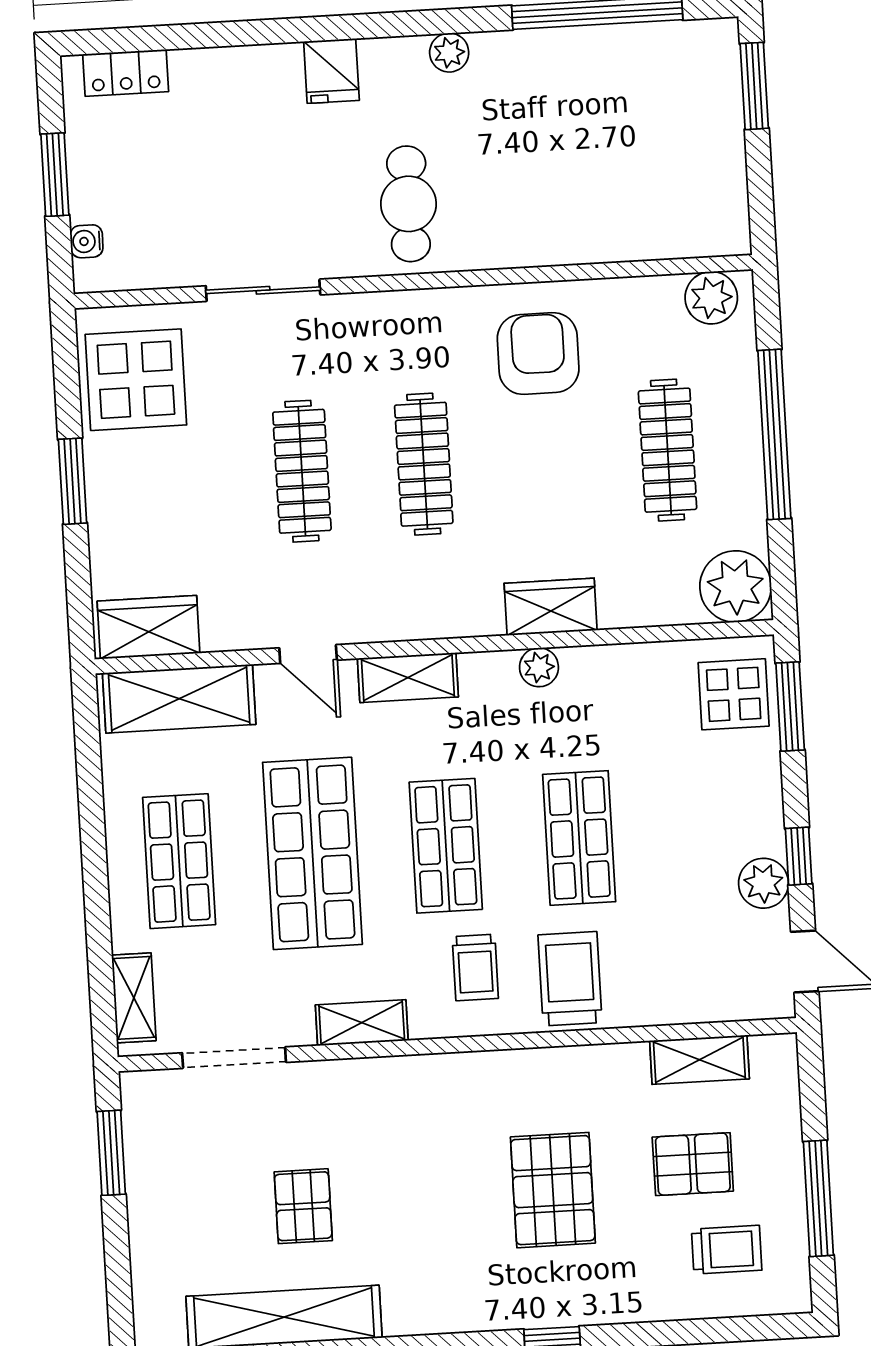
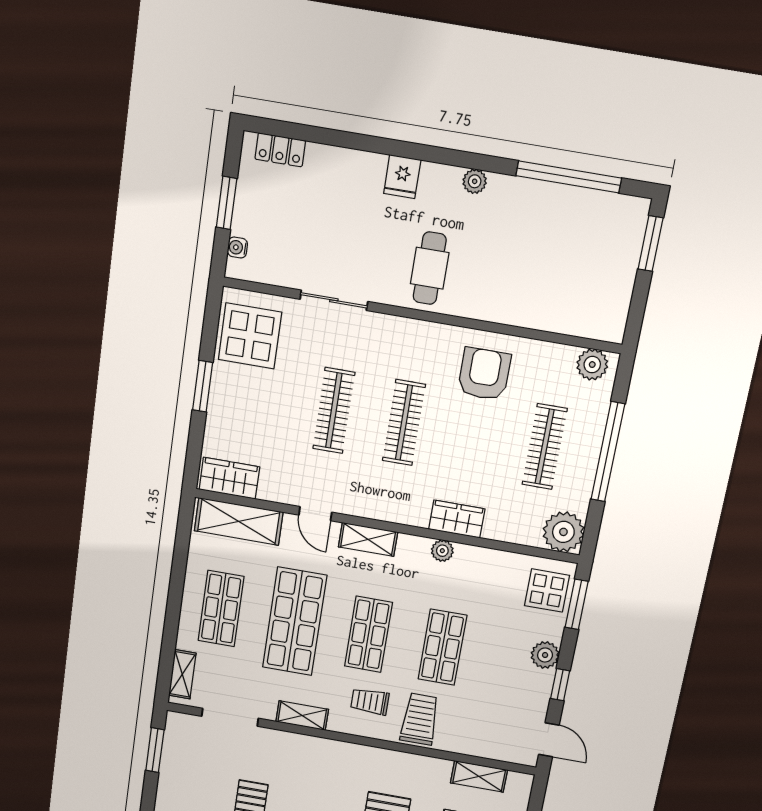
plant: (763, 883) -> (545, 655), moved
trolley: (475, 967) -> (370, 701), turned 90

